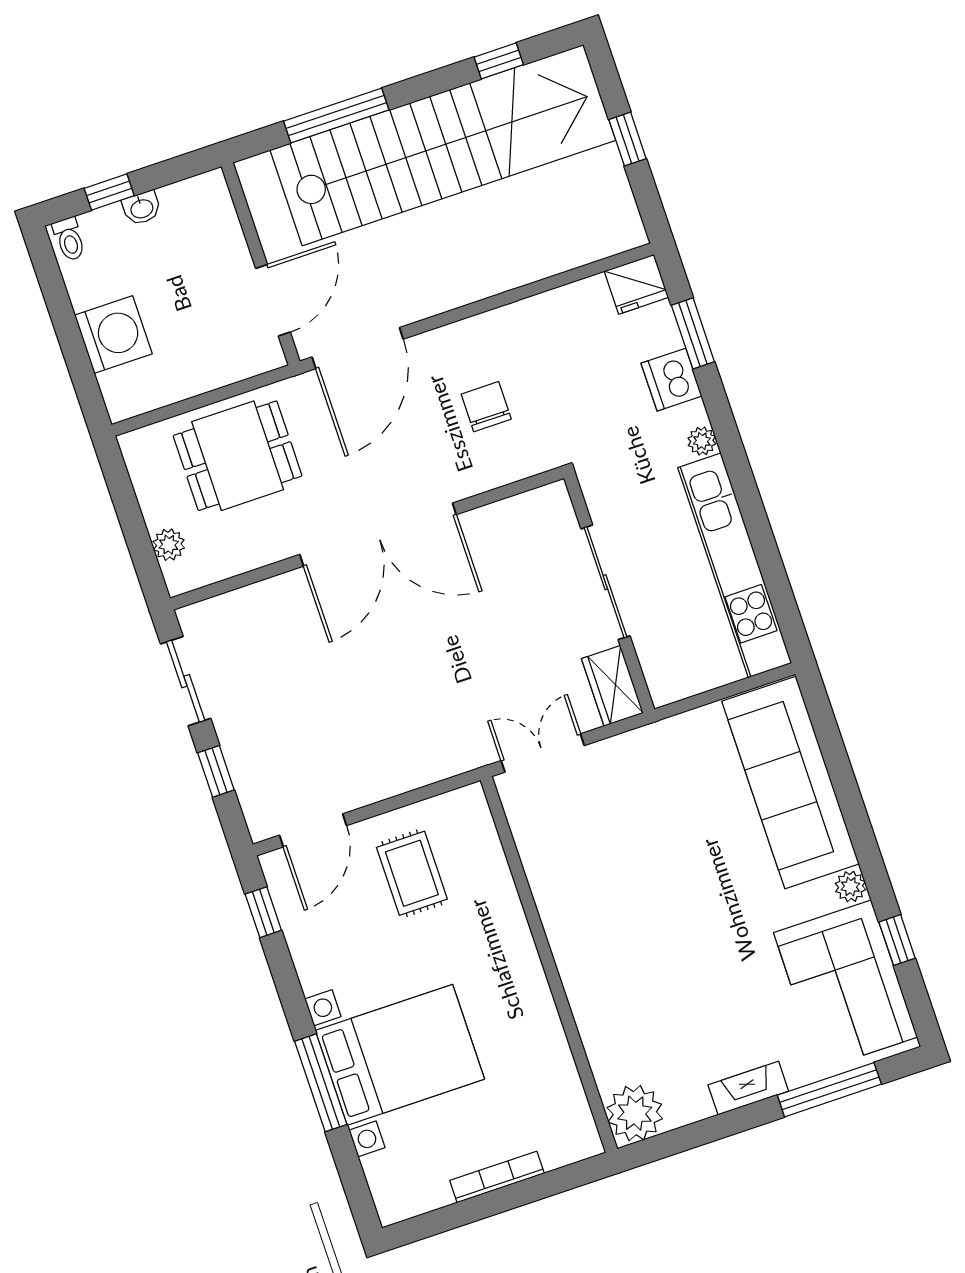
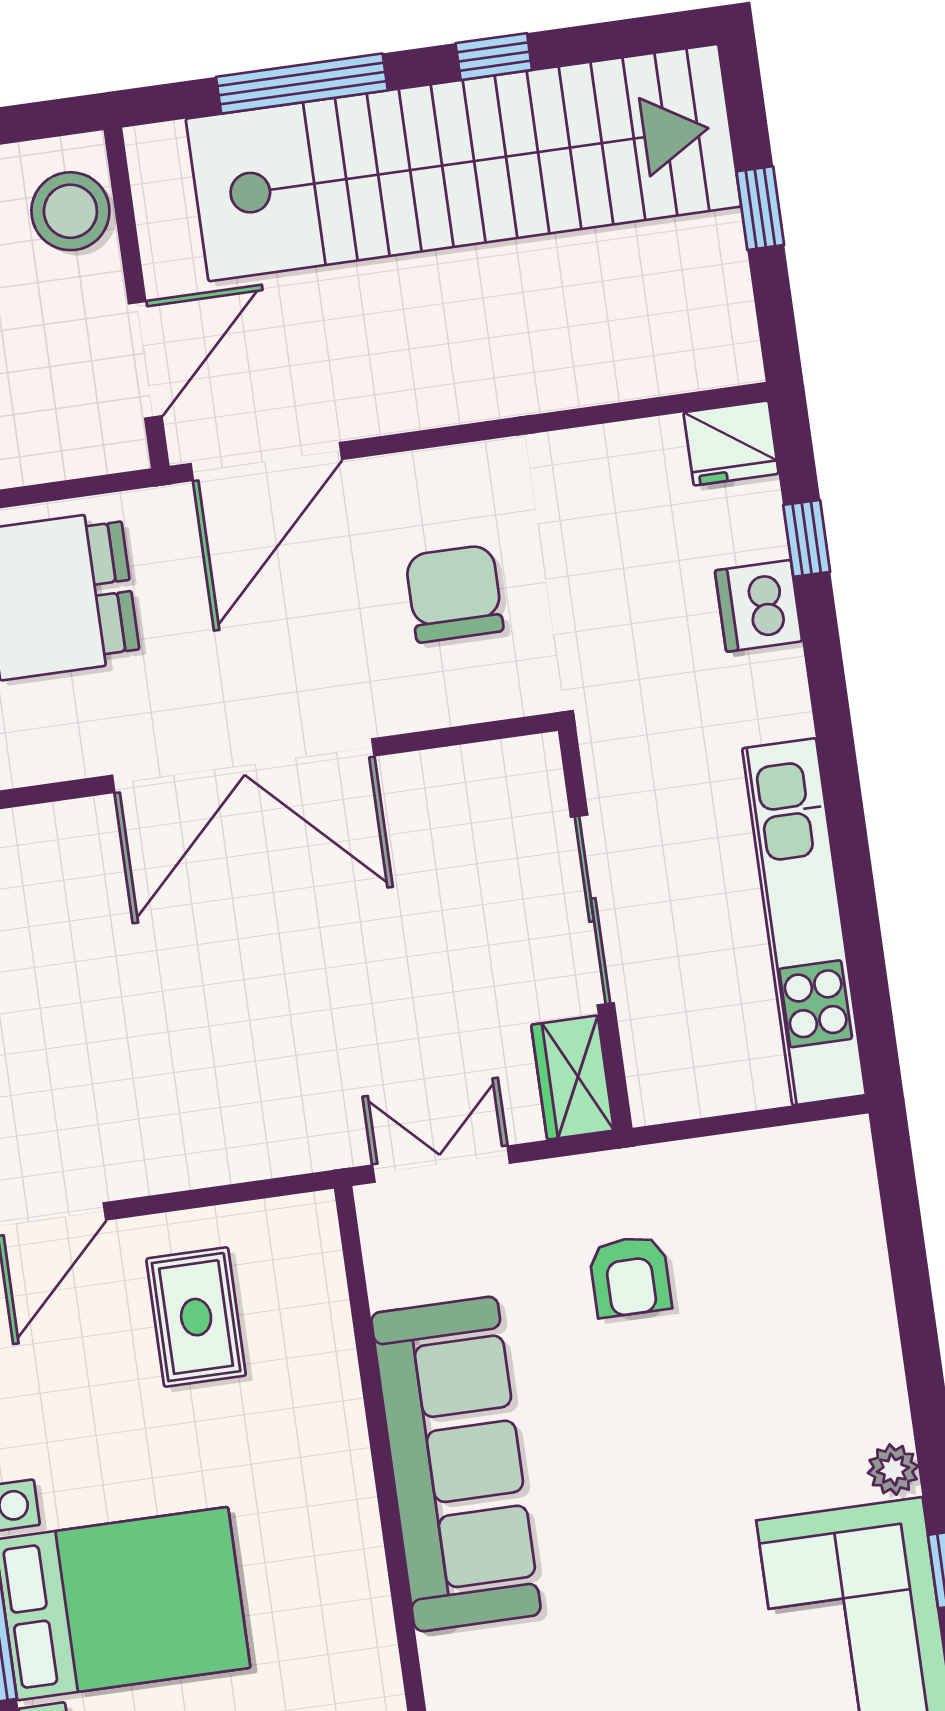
window: (499, 61) -> (494, 57), moved
stool: (211, 219) -> (70, 211), added
window: (693, 333) -> (807, 538), width x0.67
chair: (486, 407) -> (454, 594), width x1.37, depth x1.37
plant: (702, 441) -> (789, 713), removed
sofa: (790, 782) -> (456, 1464), moved, turned 180
armchair: (670, 800) -> (630, 1276), added

